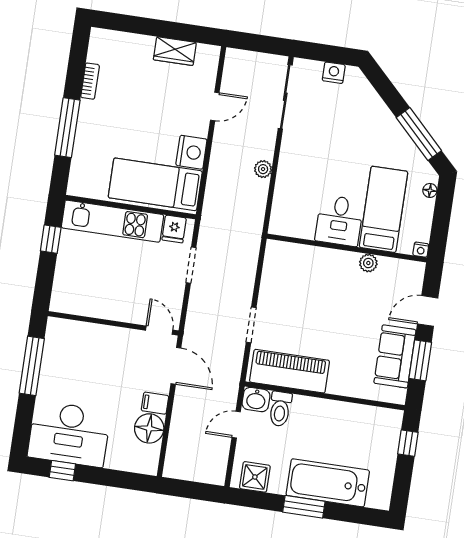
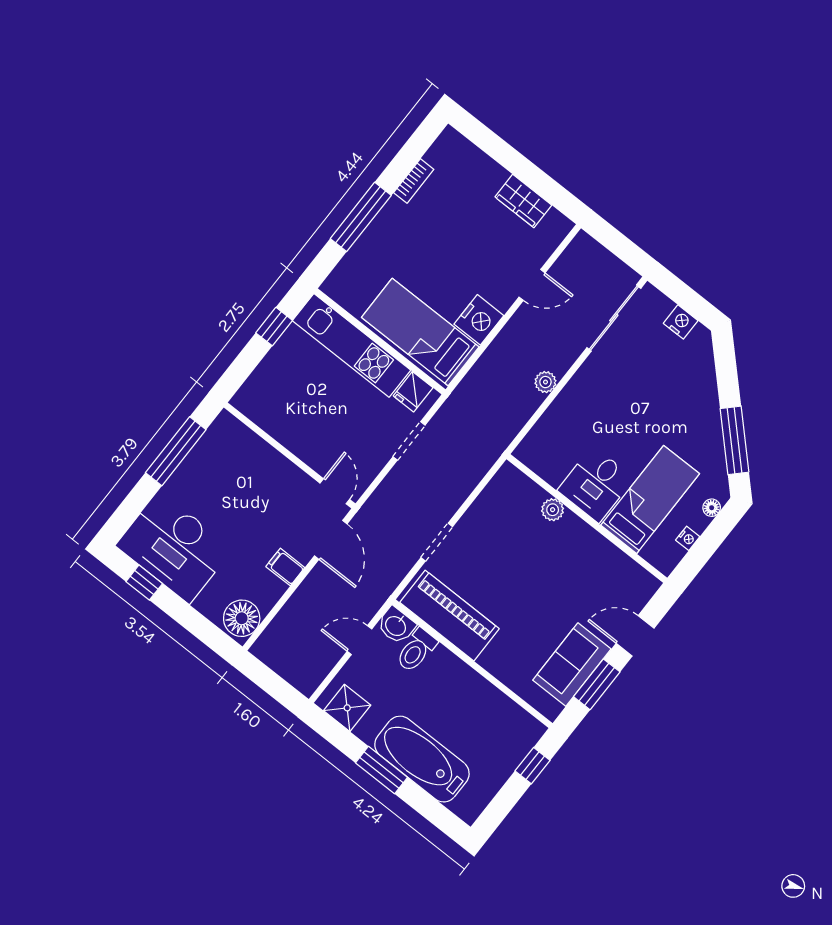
nightstand: (421, 250) -> (688, 538), moved, turned -90
plant: (368, 263) -> (553, 510), moved
floor lamp: (149, 428) -> (242, 618), moved

